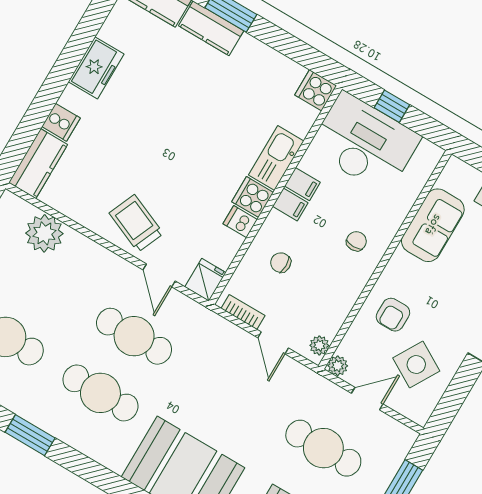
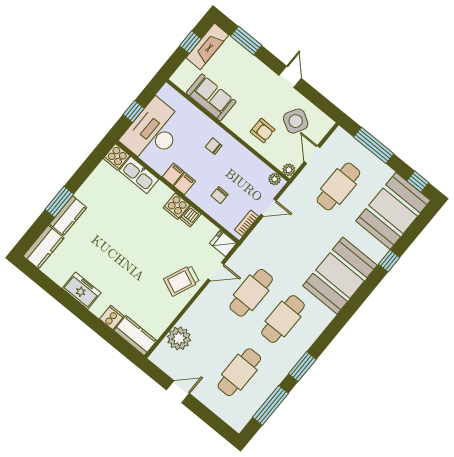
kitchen sink: (276, 158) -> (139, 175), moved

